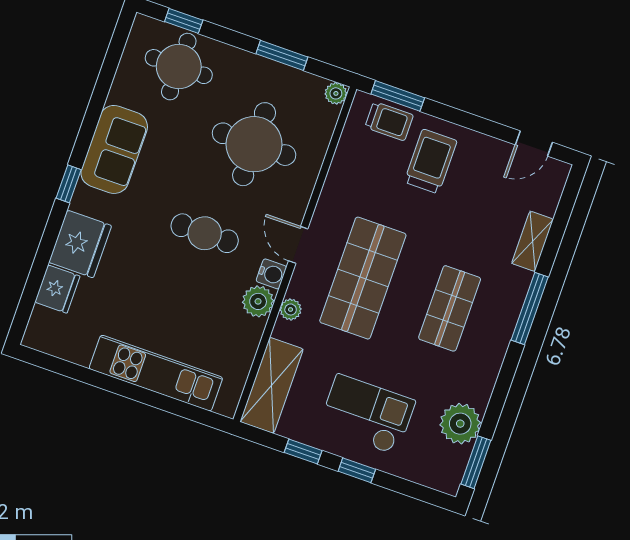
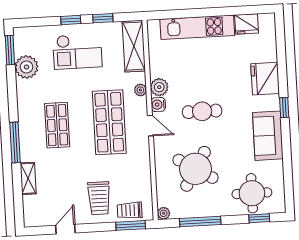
window: (282, 55) -> (200, 222), width x1.44
round table: (254, 144) -> (196, 169), turned 31
door: (534, 144) -> (65, 229), moved
fridge: (57, 289) -> (247, 24), moved, turned -90

